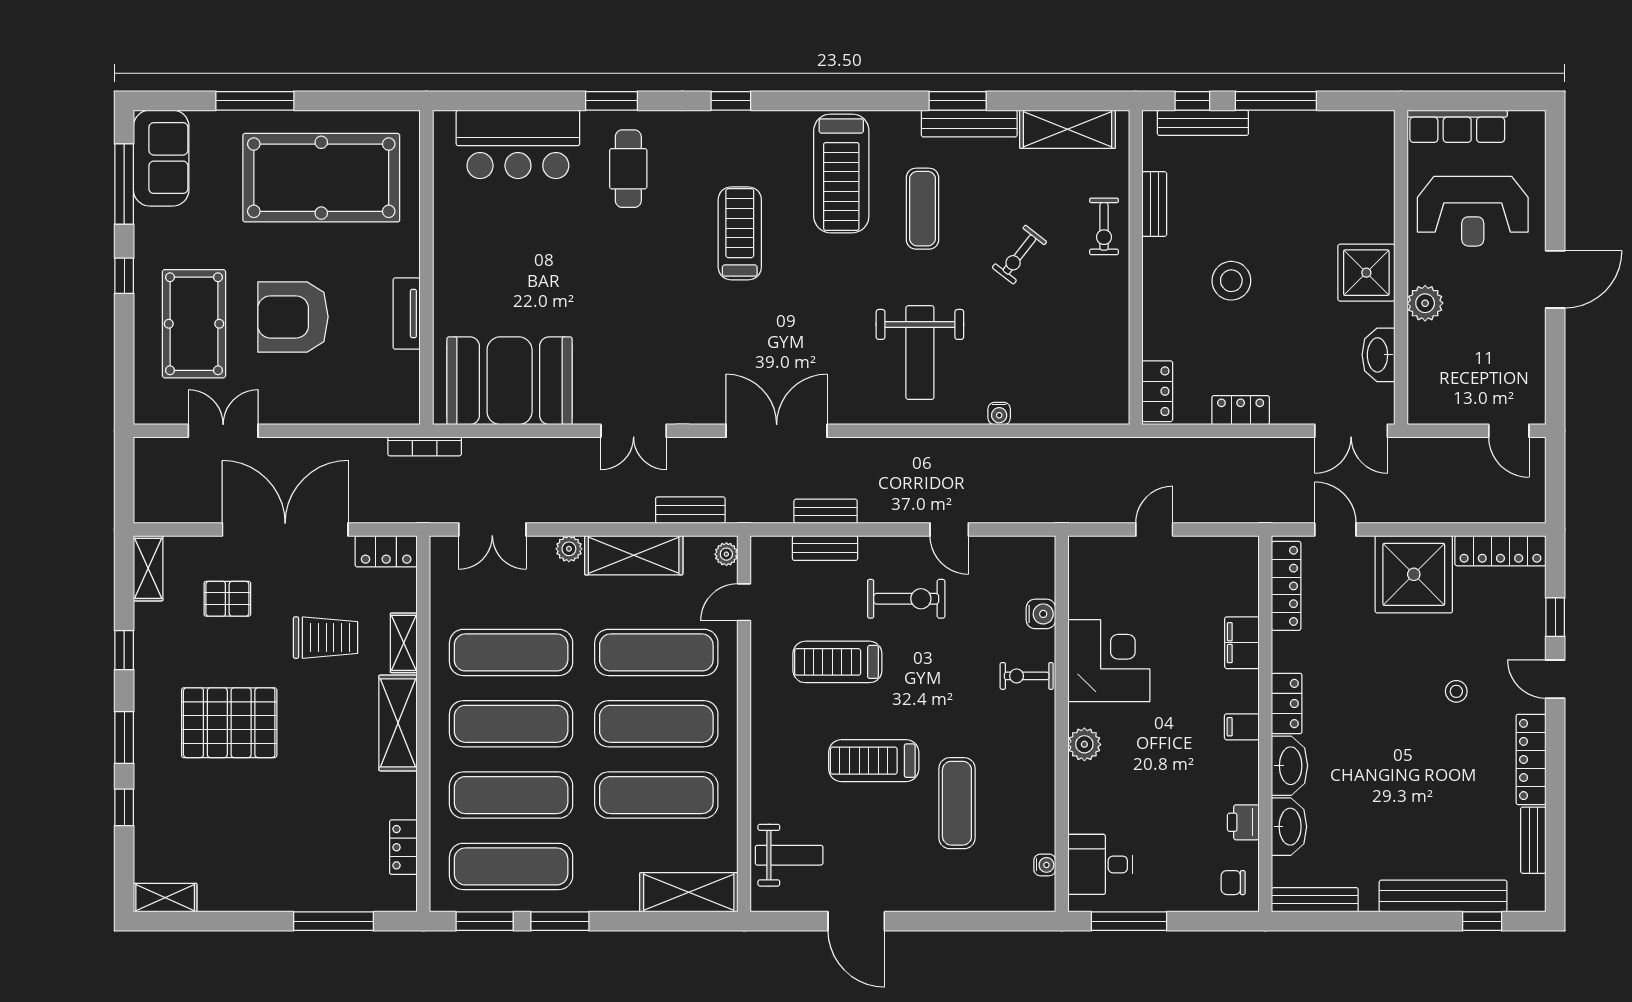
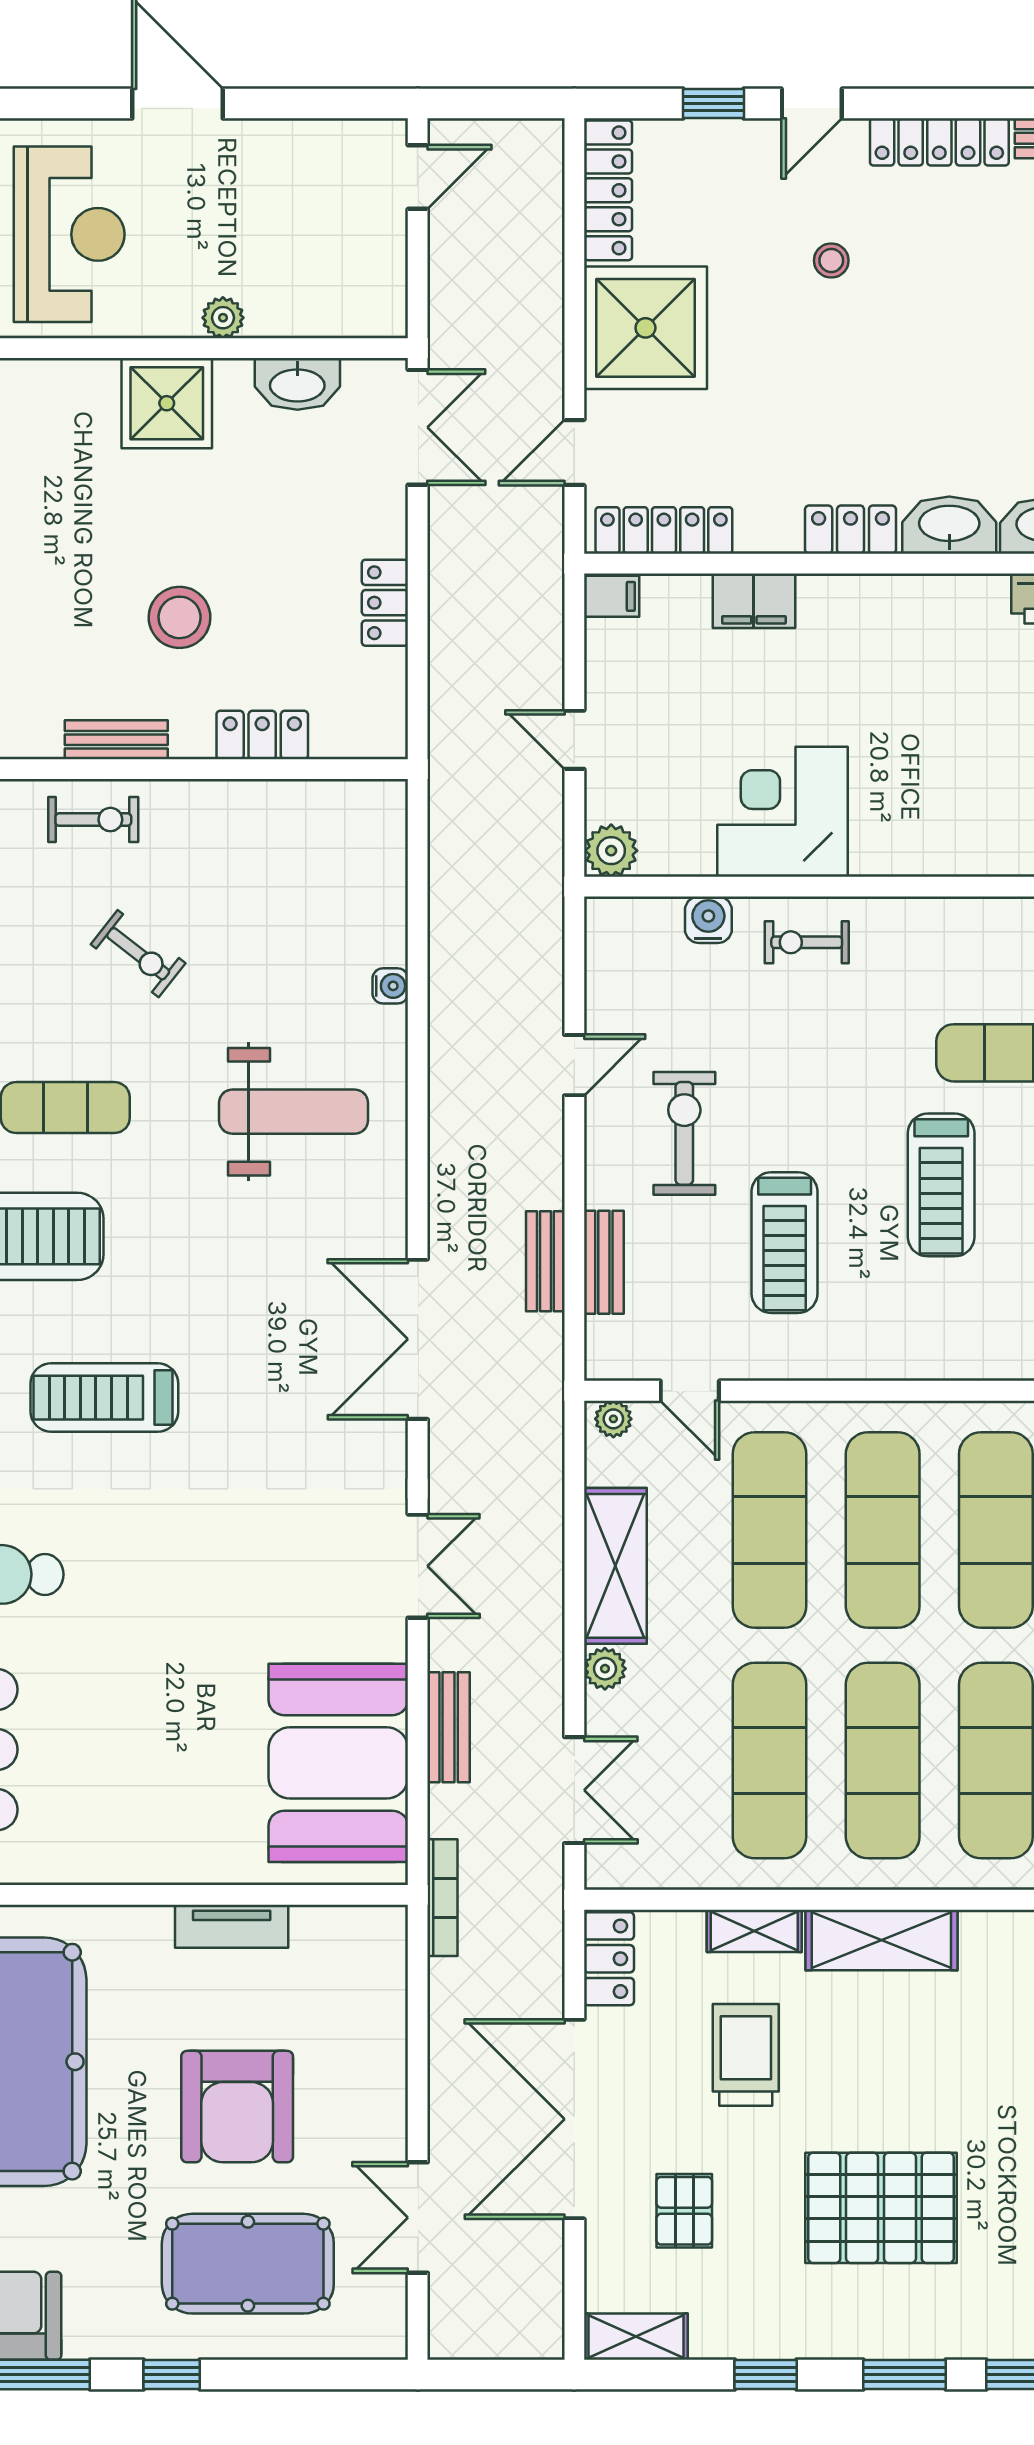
bench: (1154, 204) -> (116, 740), moved
plant: (1425, 303) -> (223, 318), width x0.73, depth x0.73
locker: (1157, 391) -> (262, 735), moved
bench: (690, 510) -> (449, 1727), moved
exercise bike: (1027, 676) -> (807, 942), turned 90
pallet: (229, 723) -> (881, 2208), turned 90
filing cabinet: (1242, 727) -> (612, 596), moved, turned -90
plant: (1084, 744) -> (611, 851), moved

